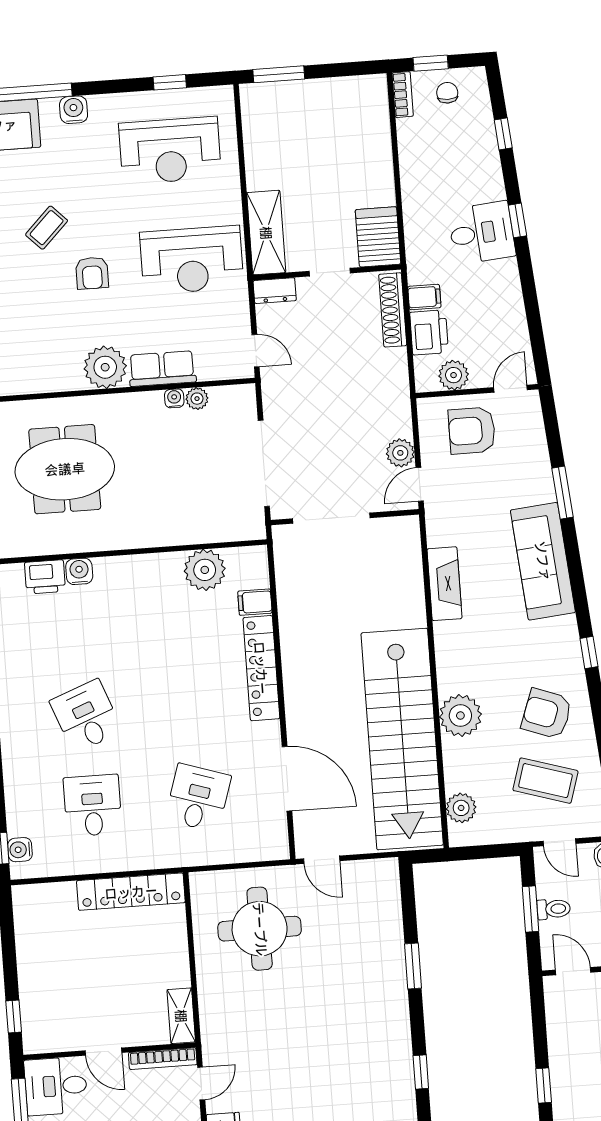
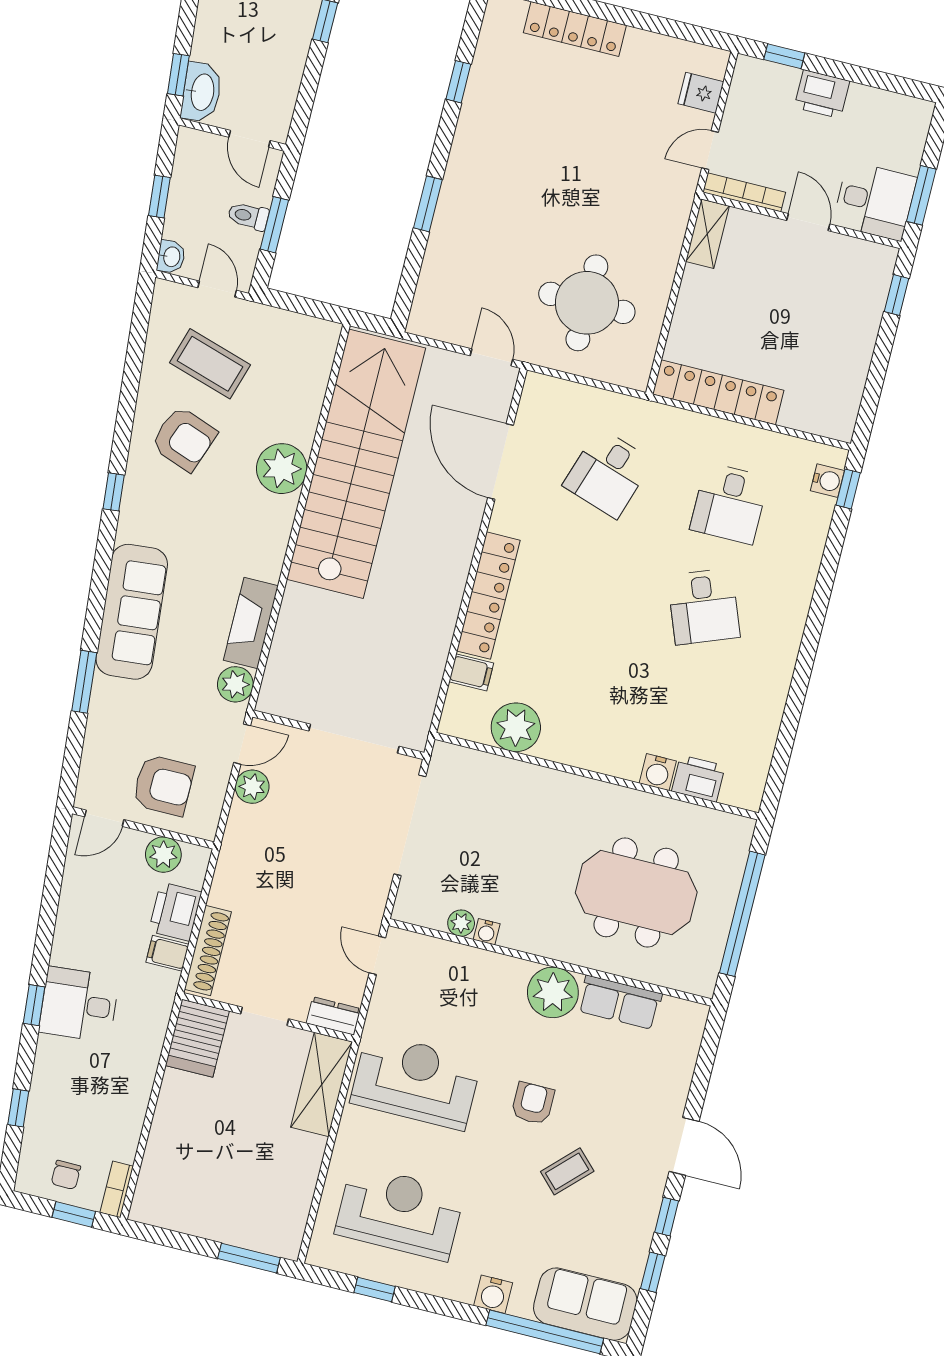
row of seats: (162, 369) -> (620, 1002), moved
plant: (461, 808) -> (235, 684), moved

